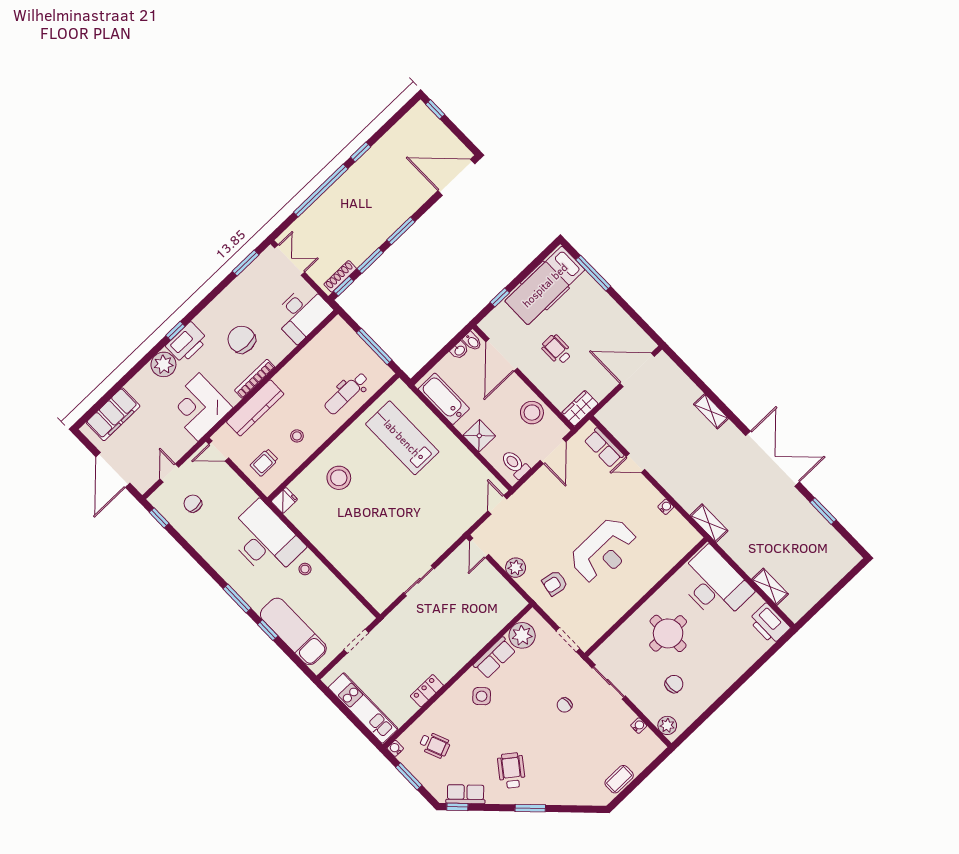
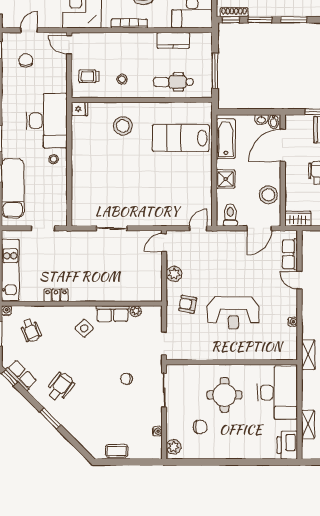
kitchen counter: (255, 408) -> (173, 40), moved, width x0.67
lab bench: (402, 438) -> (181, 138), turned -90
plant: (522, 635) -> (136, 311), width x0.53, depth x0.53

